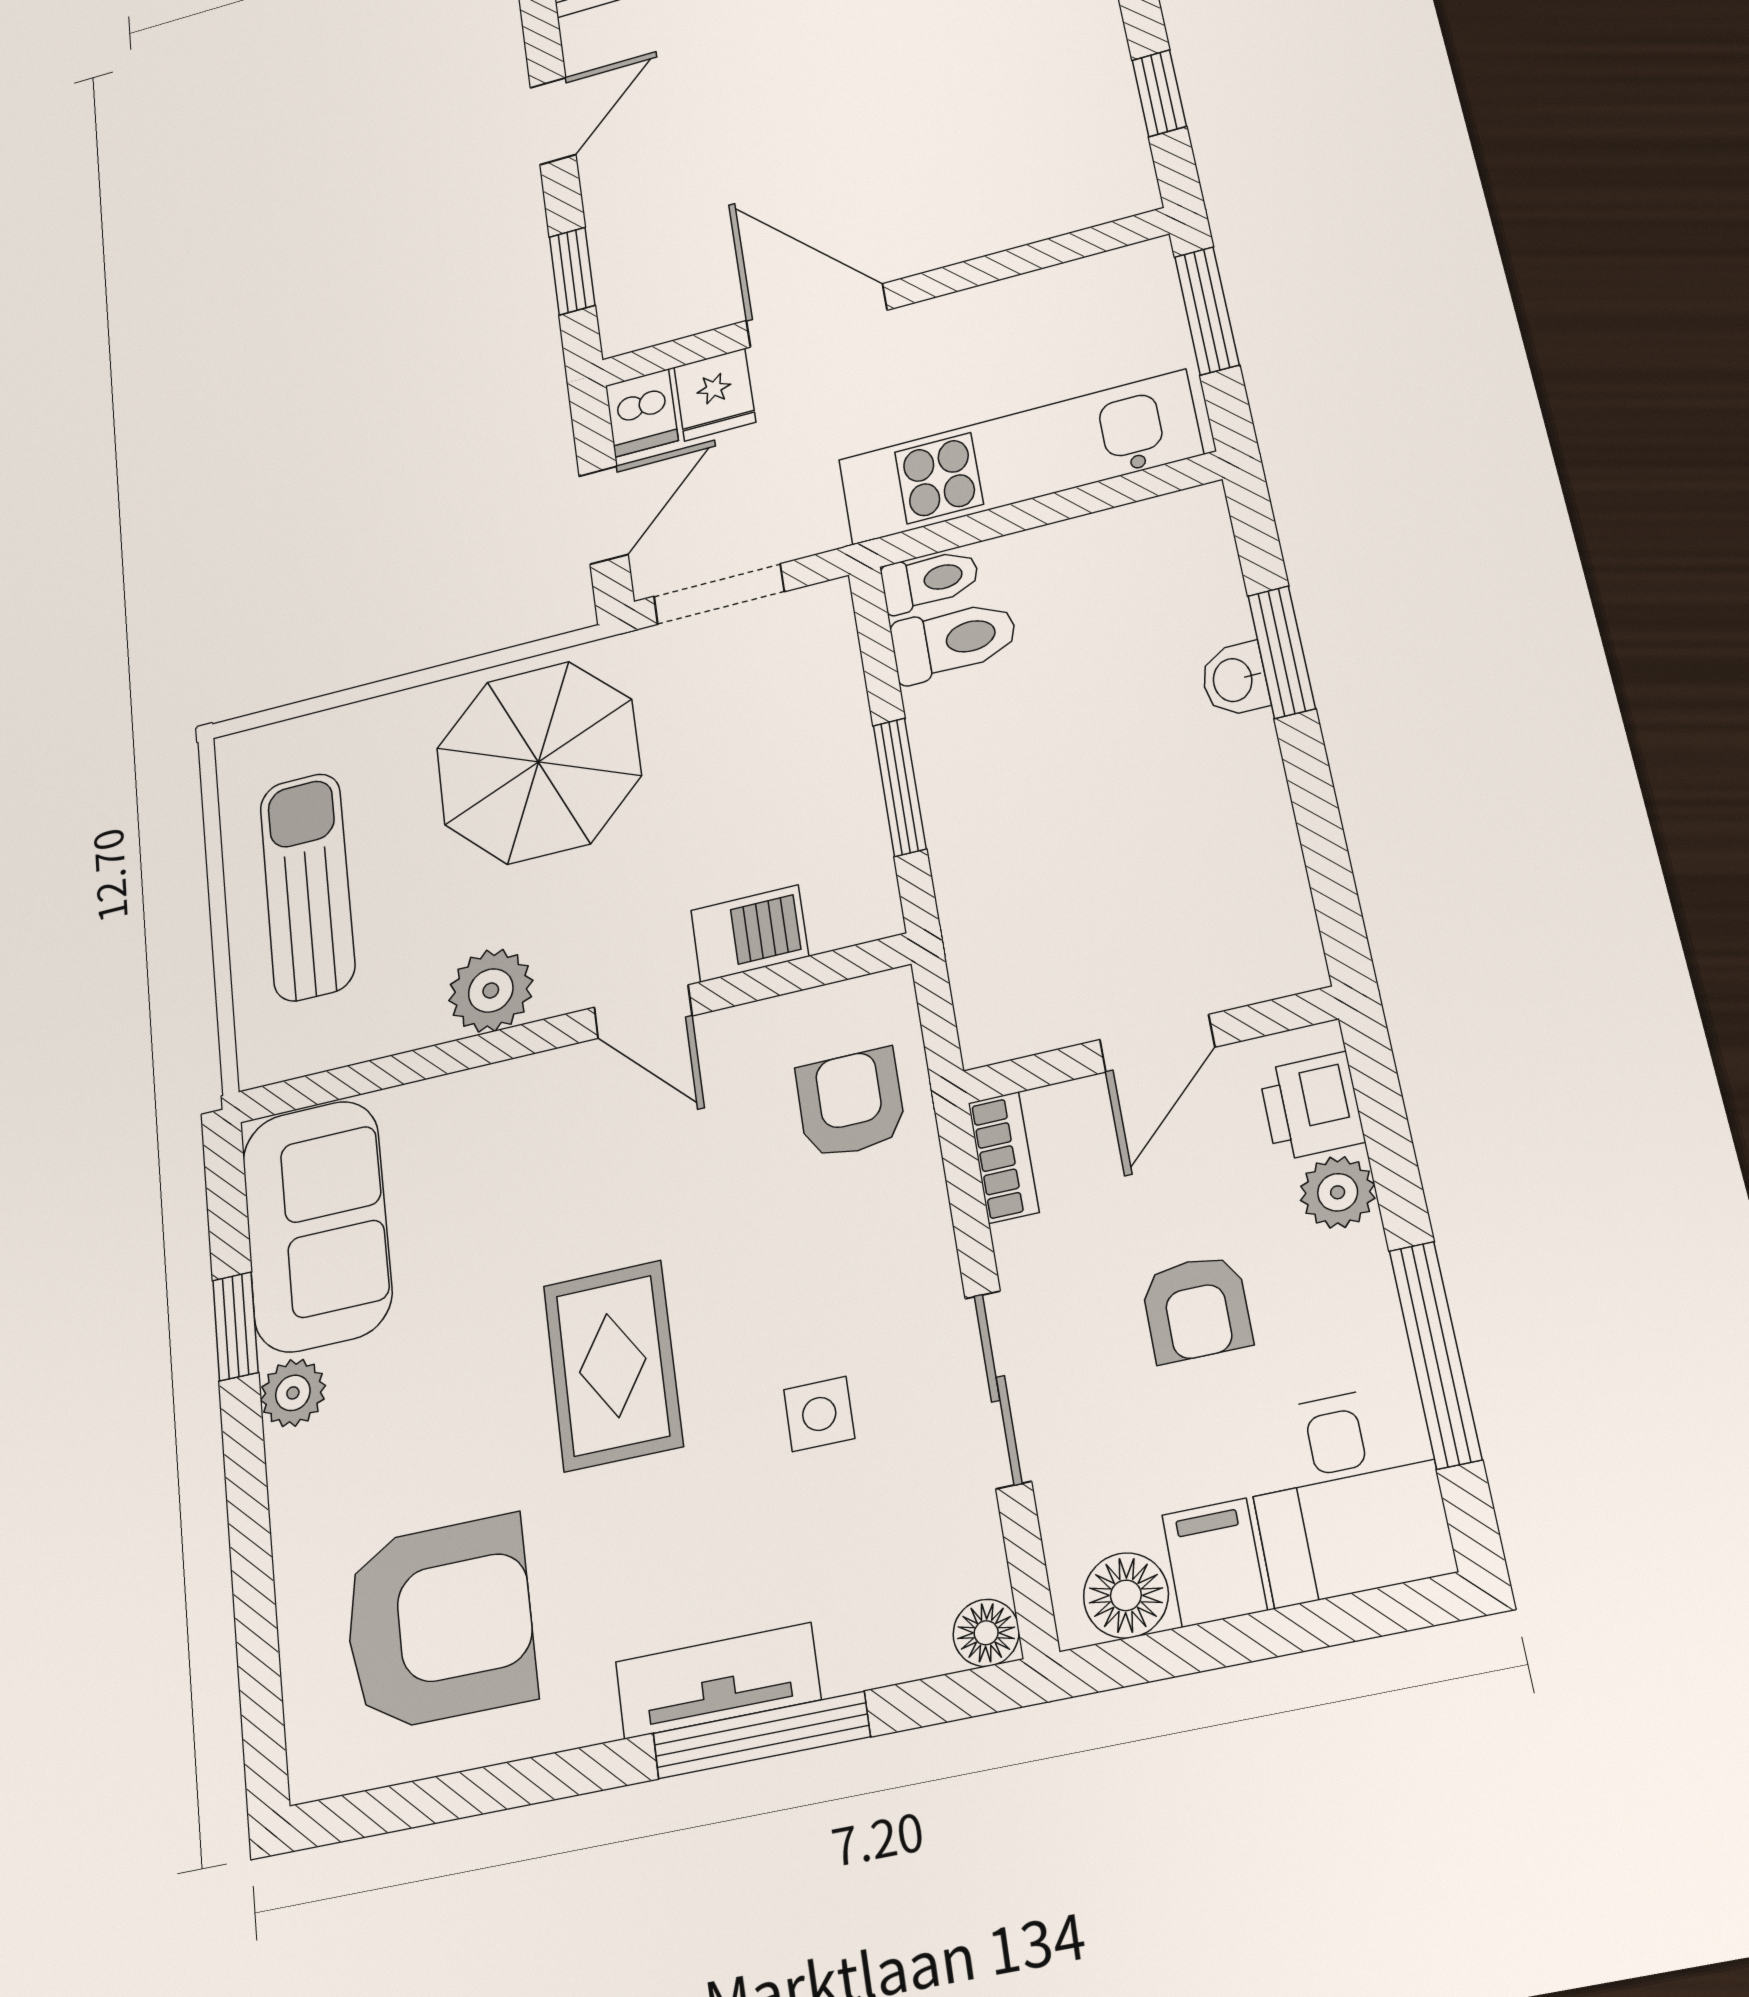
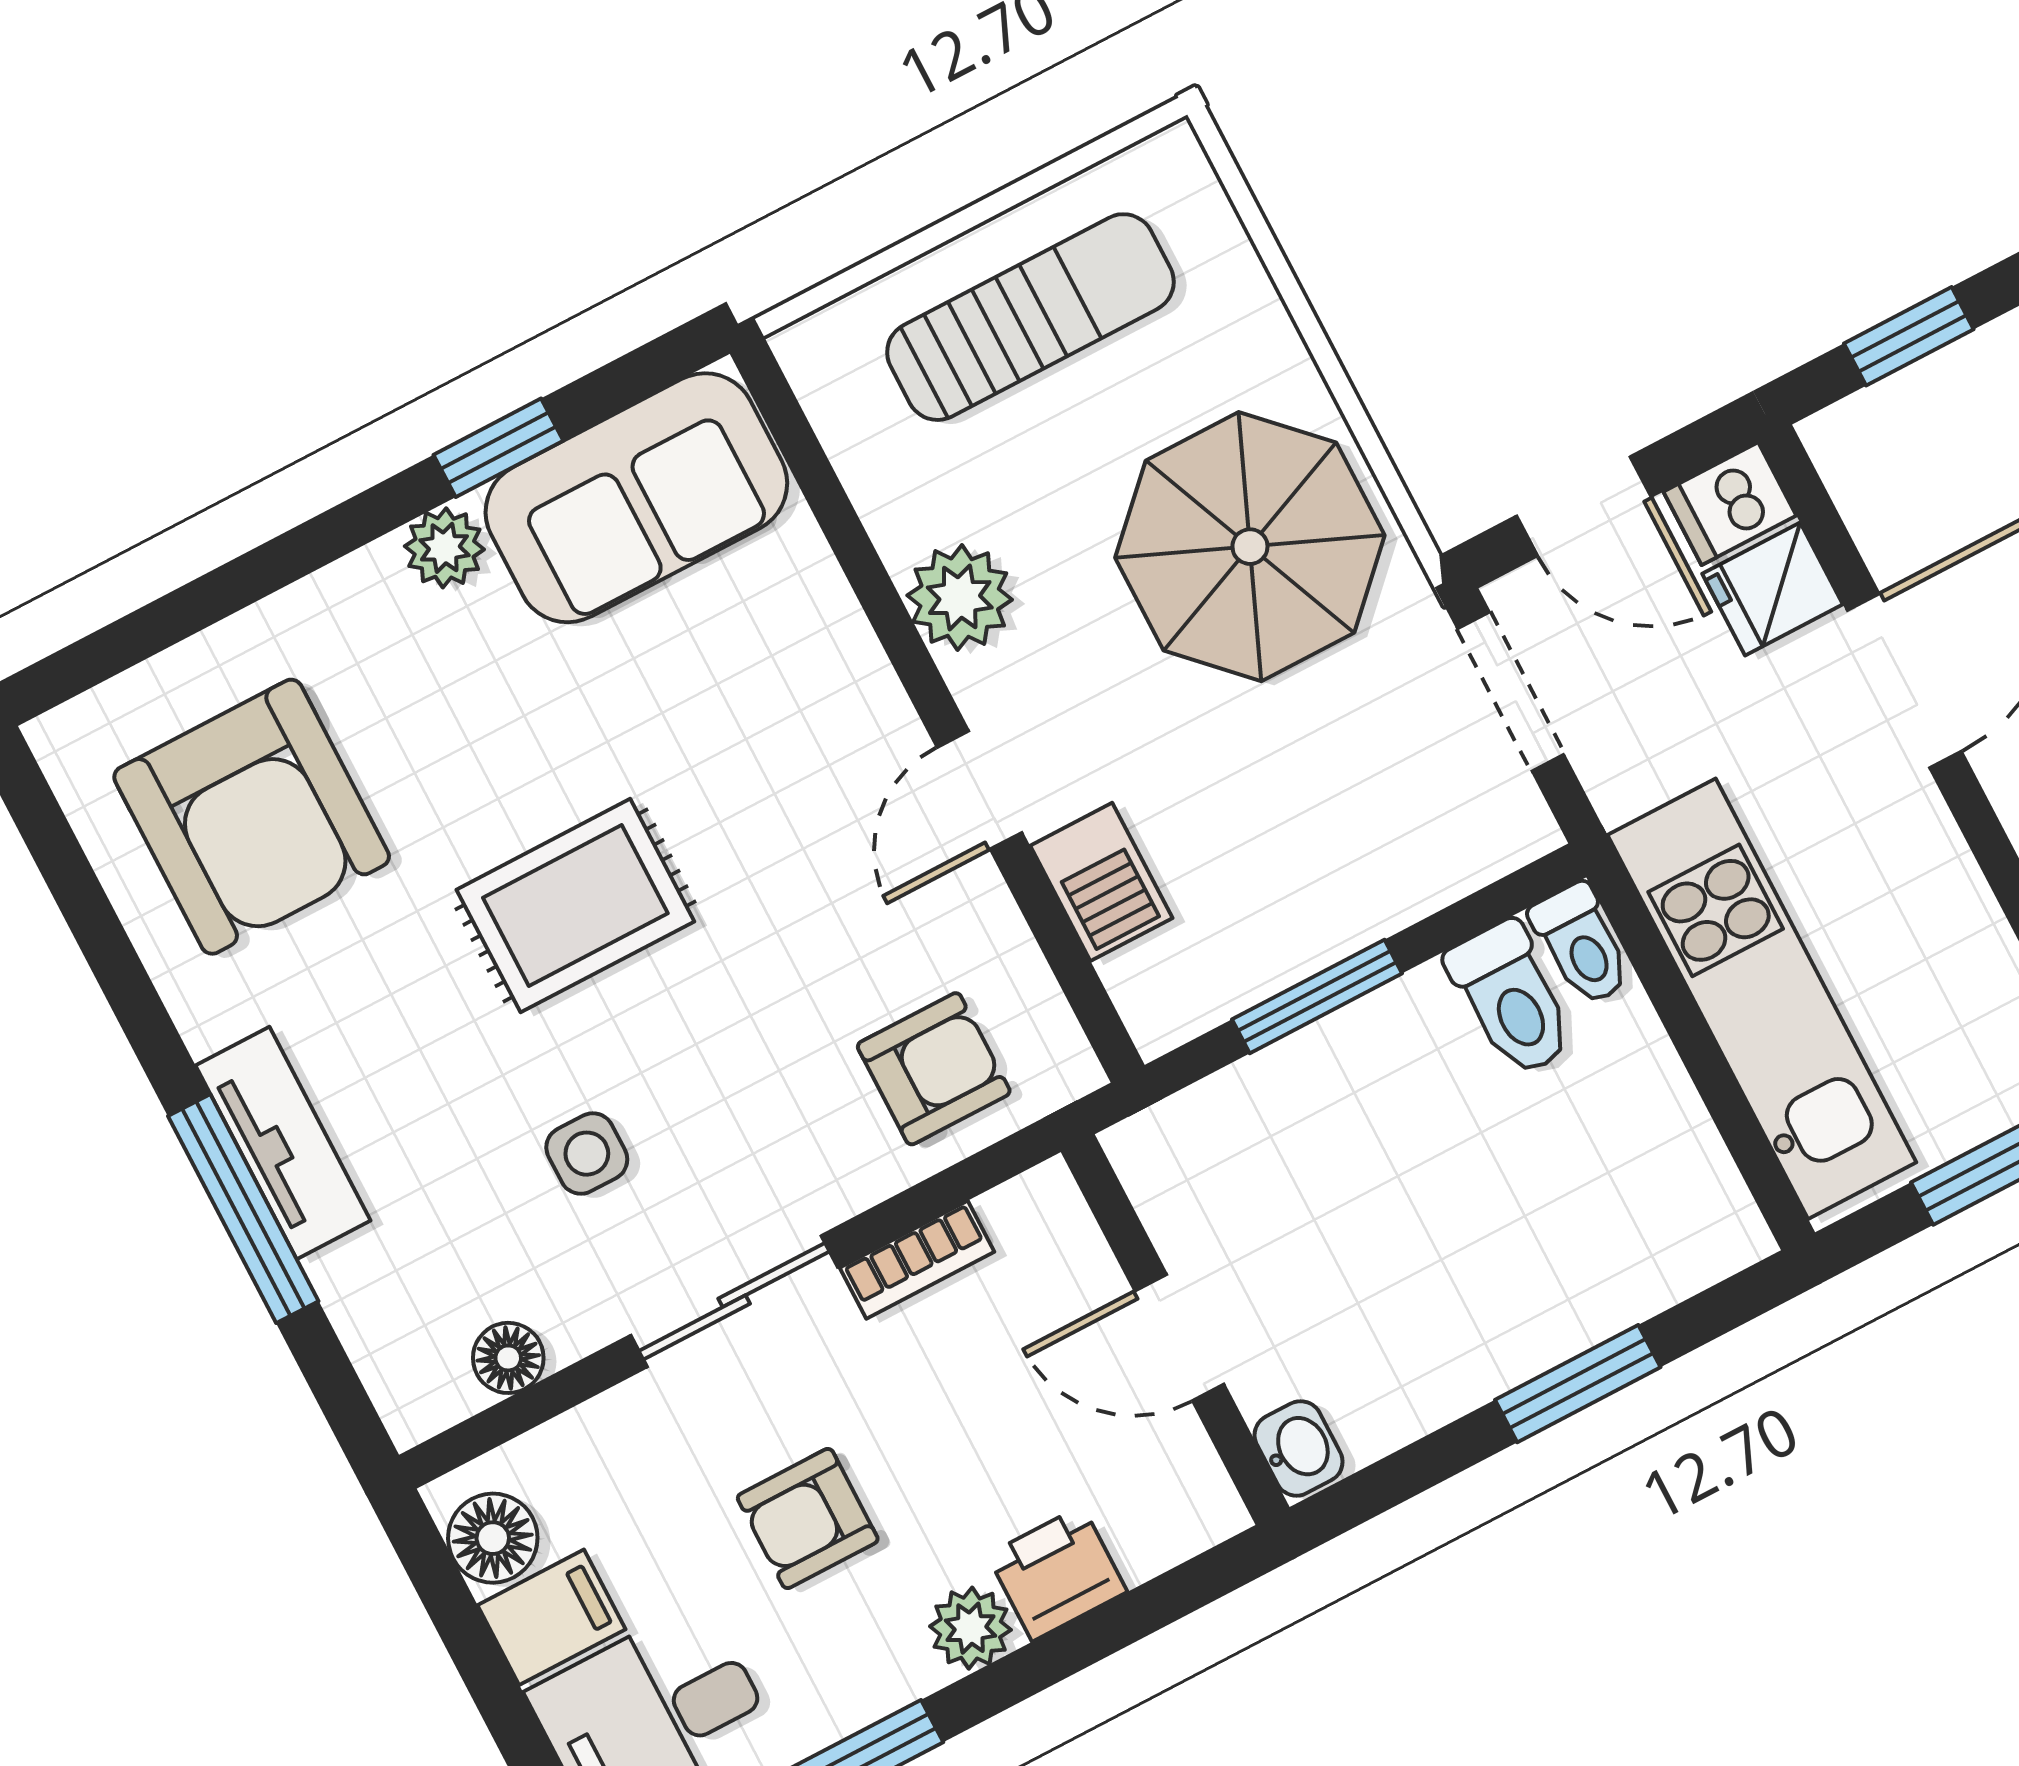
washbasin: (1234, 680) -> (1299, 1448), moved, turned 90
door: (1157, 1043) -> (1179, 1338), moved
wall: (1149, 1045) -> (1175, 1330), moved
sliding door: (998, 1389) -> (734, 1301), moved
floor lamp: (986, 1633) -> (508, 1358), moved

